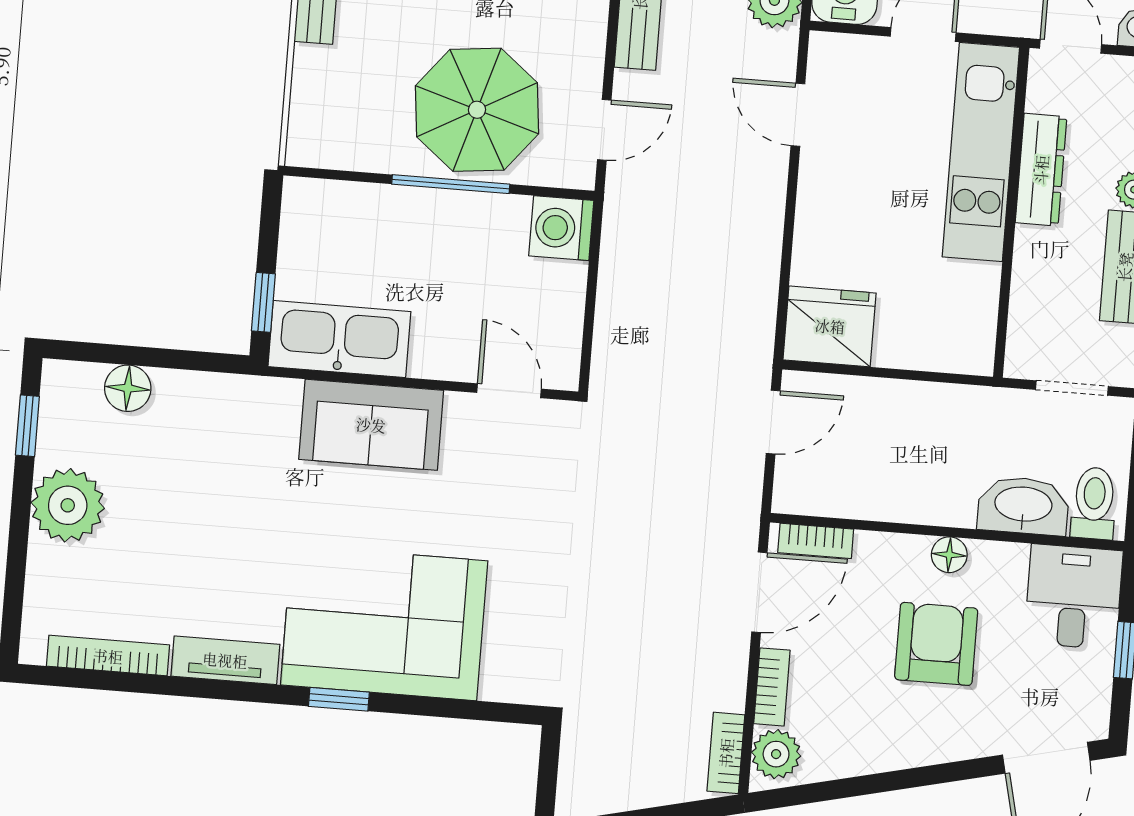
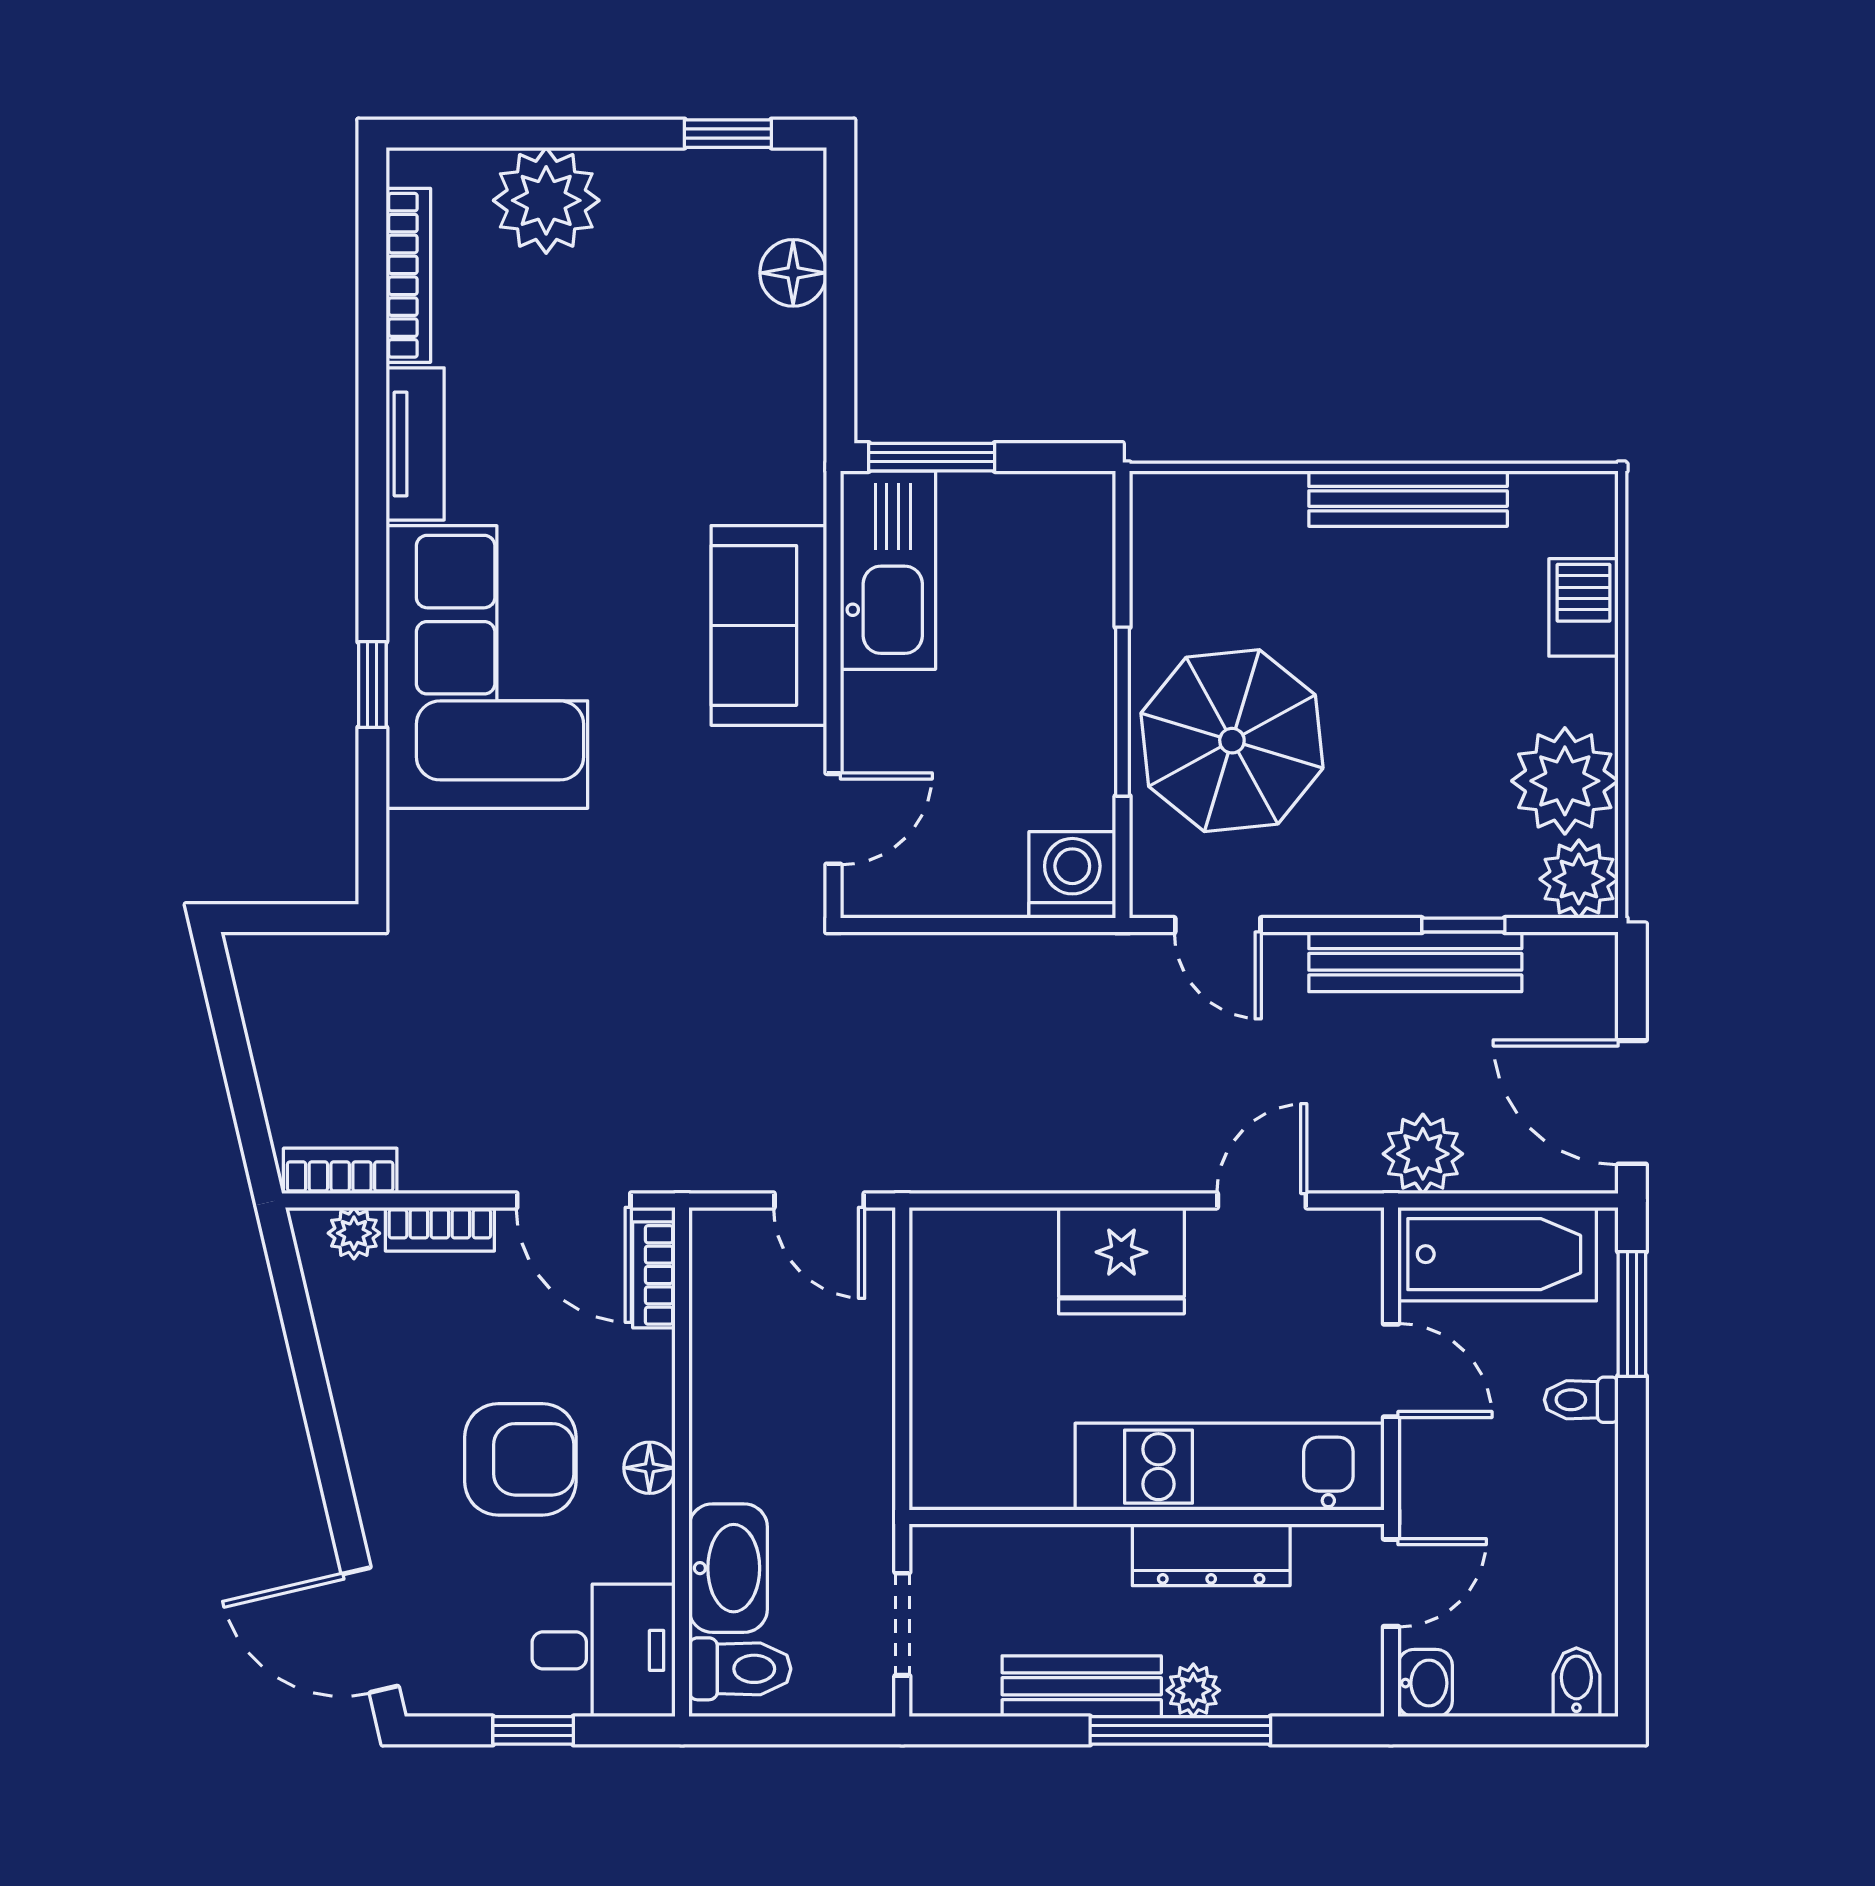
window: (263, 302) -> (932, 457), width x1.50
fridge: (830, 326) -> (1121, 1261), moved, turned 90
plant: (68, 505) -> (546, 200), moved
window: (339, 699) -> (372, 685), moved
plant: (776, 754) -> (354, 1233), width x0.73, depth x0.73

